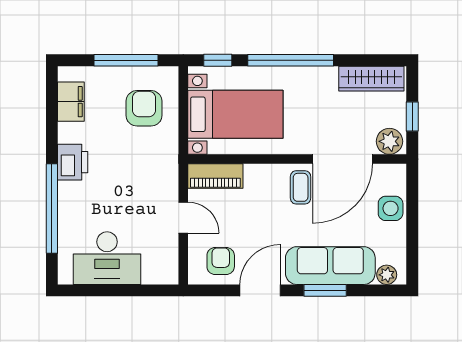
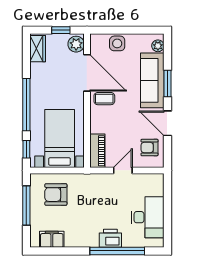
wardrobe: (371, 79) -> (38, 49), width x0.67
printer: (73, 162) -> (110, 238), moved

